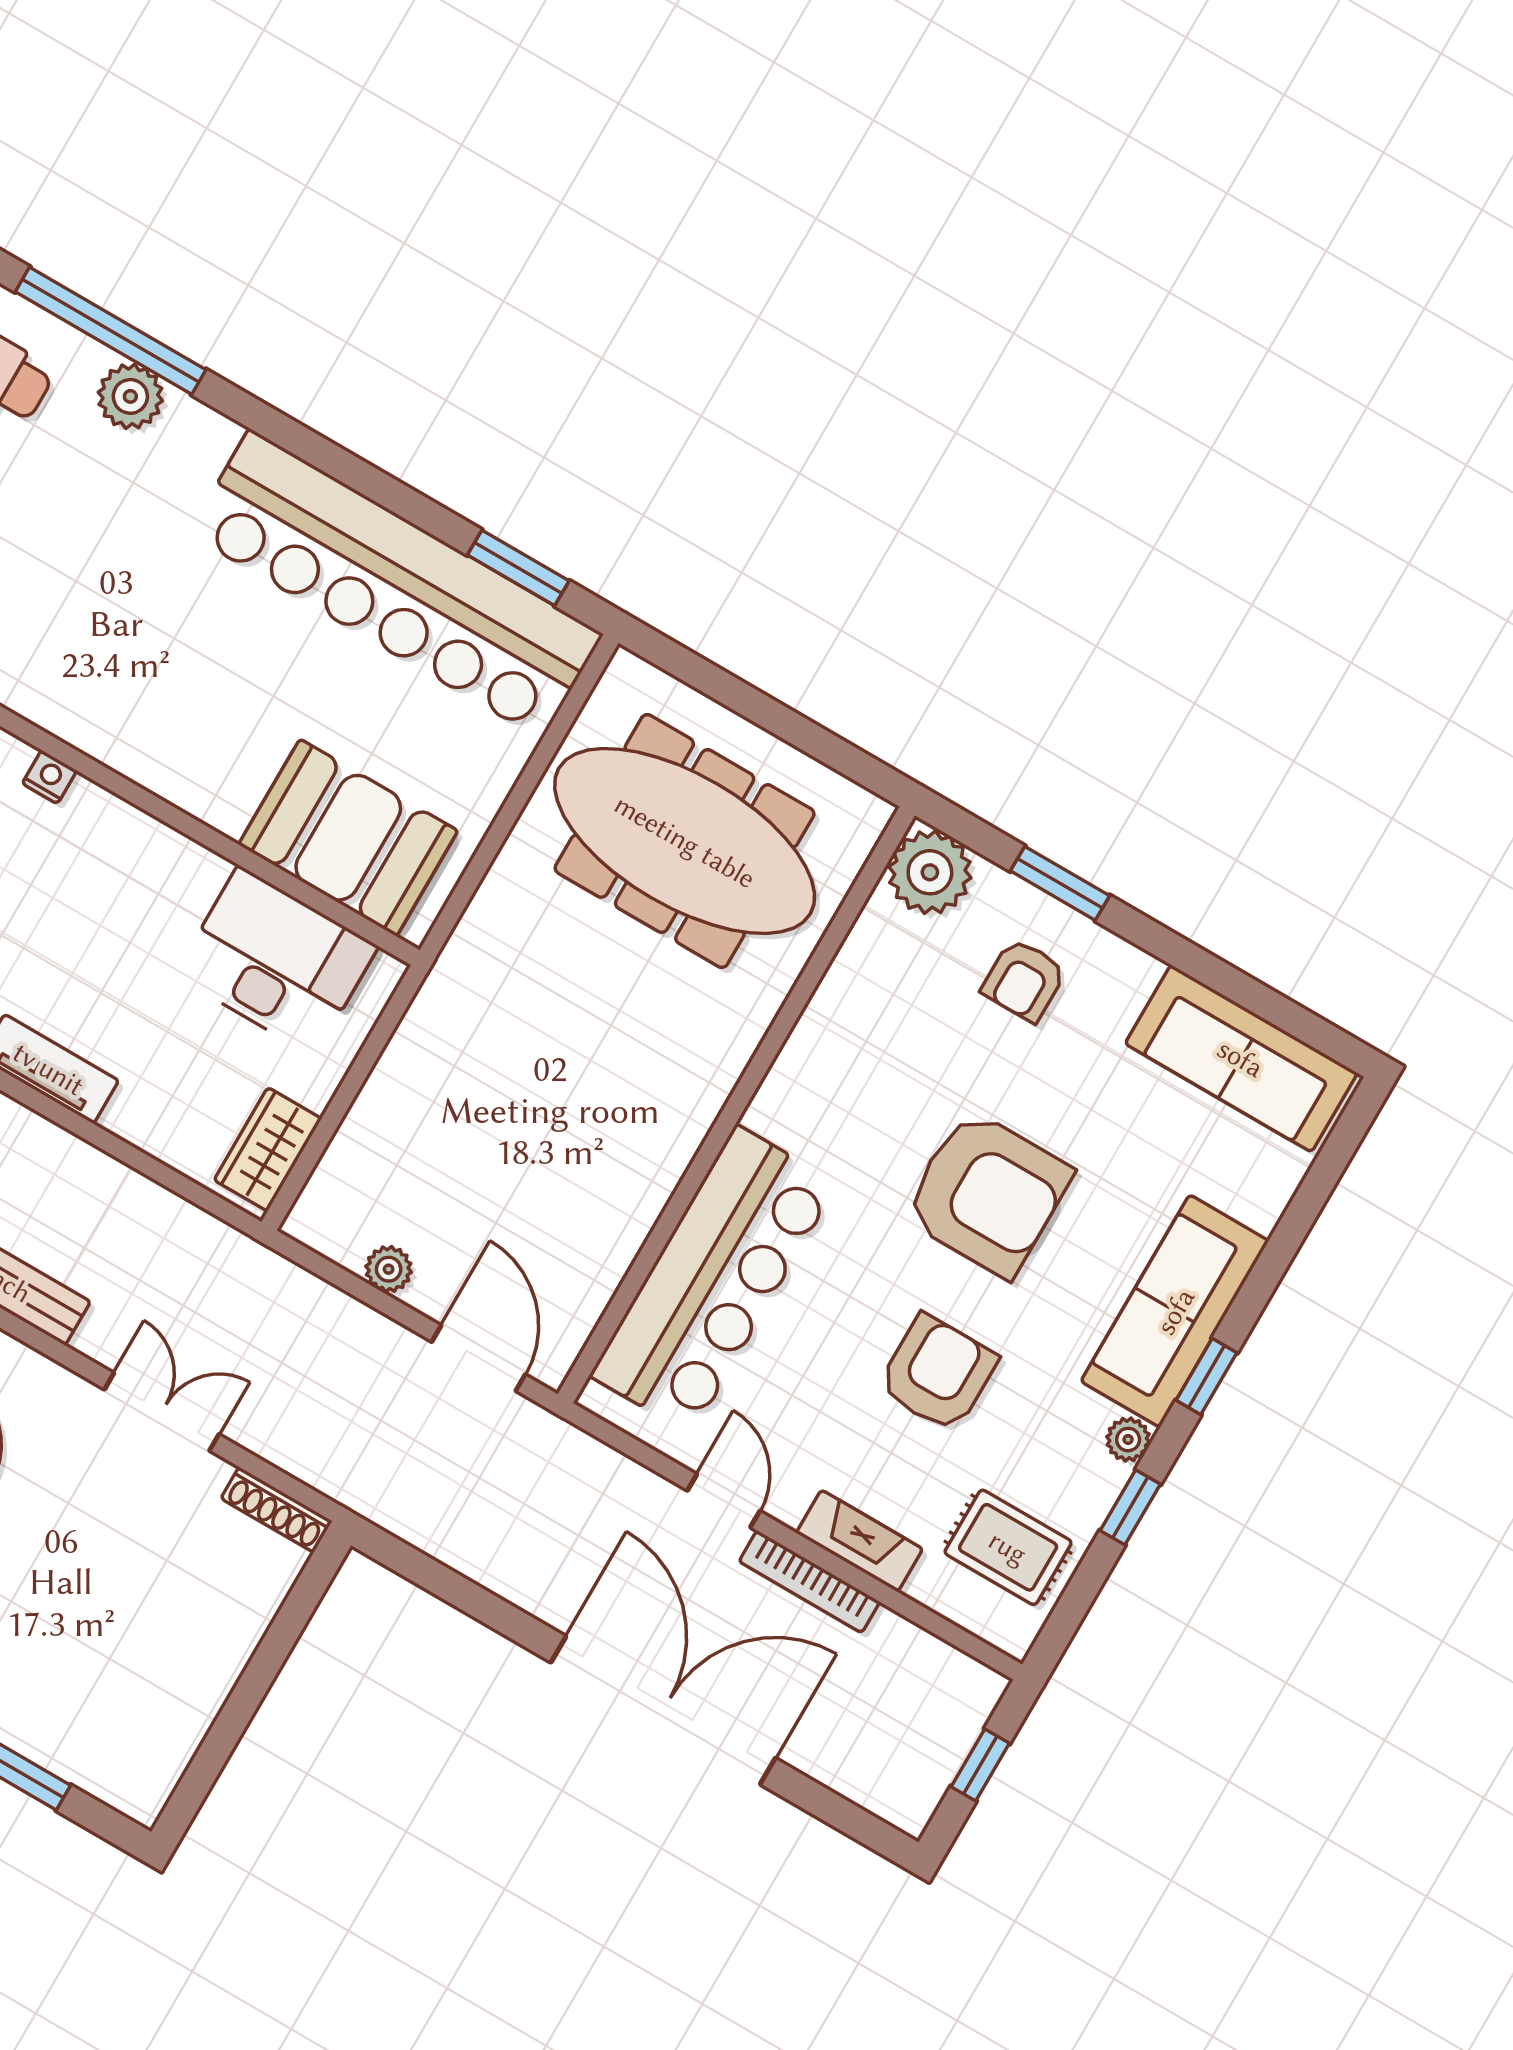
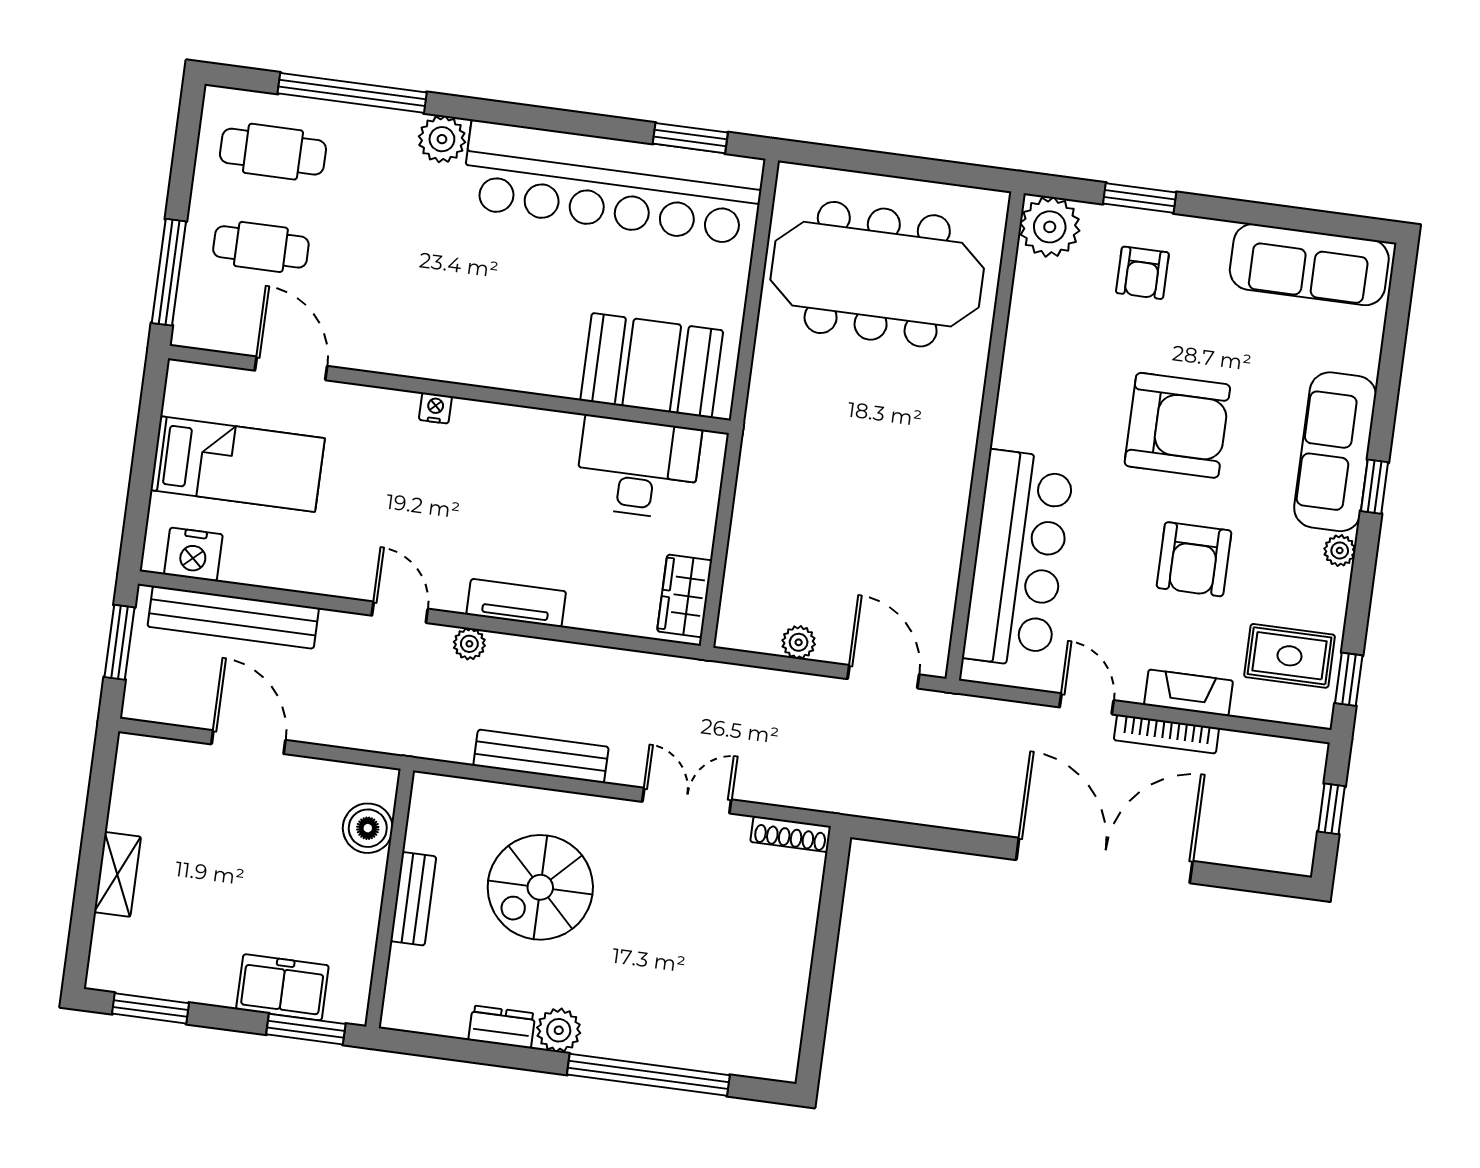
plant: (130, 396) -> (442, 139), moved
armchair: (938, 1373) -> (1194, 559), turned 180
window: (1130, 1507) -> (1349, 679), moved

